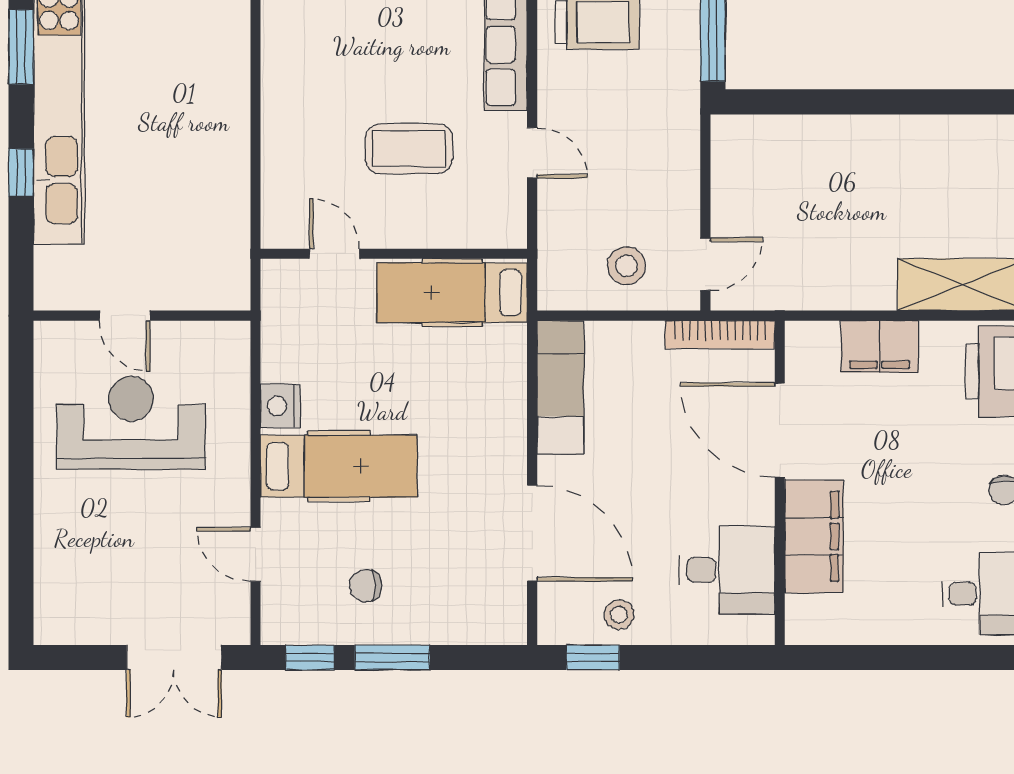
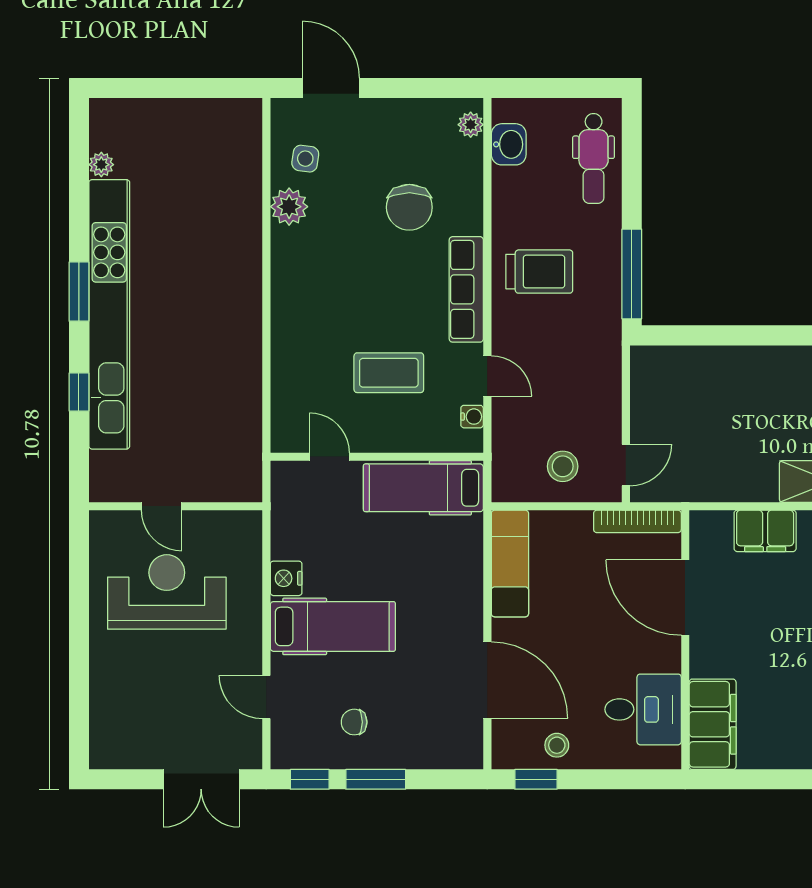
water cooler: (513, 203) -> (472, 417), added
filing cabinet: (814, 536) -> (713, 724), moved

